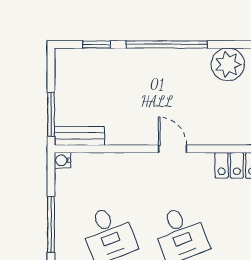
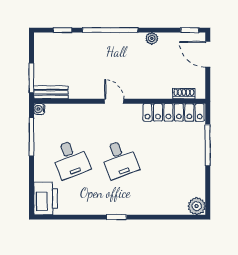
plant: (228, 64) -> (152, 38), width x0.53, depth x0.53
window: (51, 224) -> (31, 137), moved

